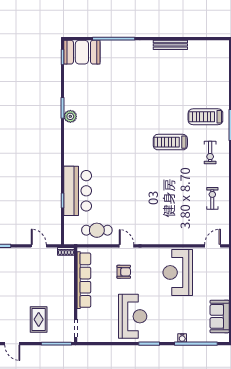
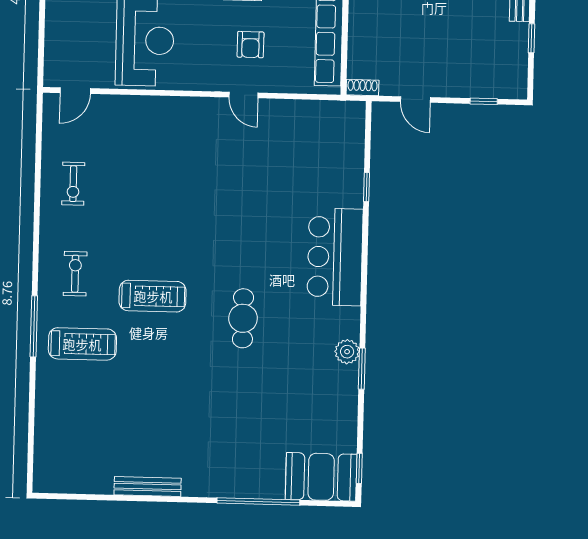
bar counter: (78, 191) -> (335, 257), moved
cafe table: (97, 230) -> (243, 318), moved, turned 90
armchair: (124, 272) -> (250, 45), turned -90

